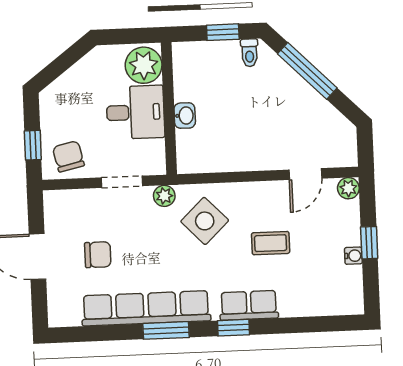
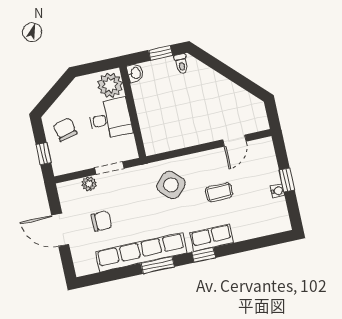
window: (307, 71) -> (223, 69), removed
washbasin: (185, 116) -> (135, 73), moved
chair: (68, 156) -> (65, 129), moved
plant: (348, 188) -> (266, 145), removed
plant: (164, 196) -> (89, 184), moved

